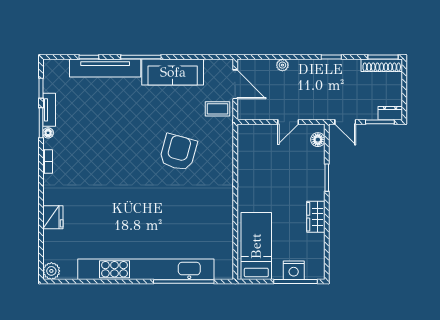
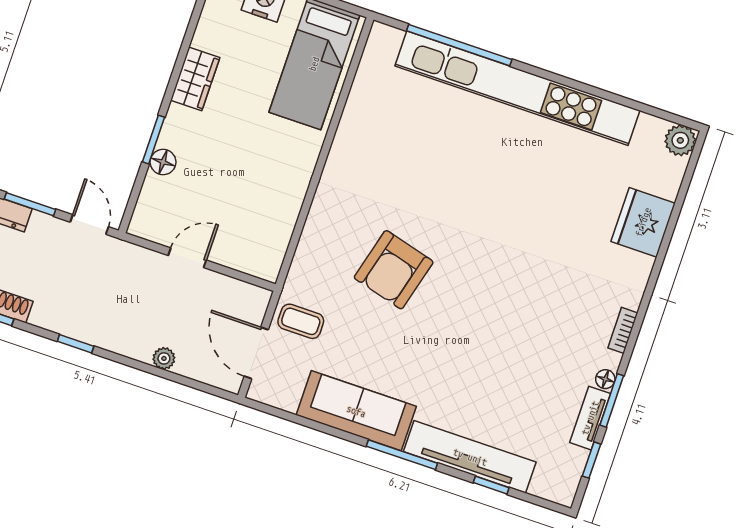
floor lamp: (318, 140) -> (163, 162), moved
fridge: (53, 217) -> (643, 222), width x1.36, depth x1.34

